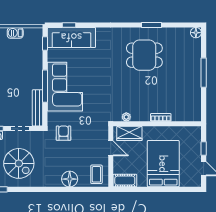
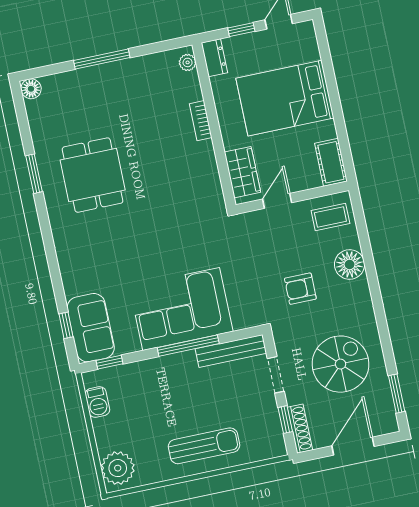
barbecue: (15, 33) -> (97, 402), moved
sofa: (71, 37) -> (91, 328), width x0.73
plant: (126, 117) -> (188, 62), moved
dresser: (192, 131) -> (214, 58), added
armchair: (64, 133) -> (300, 289), moved

